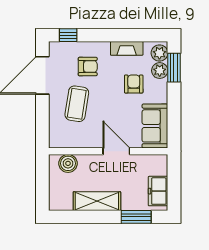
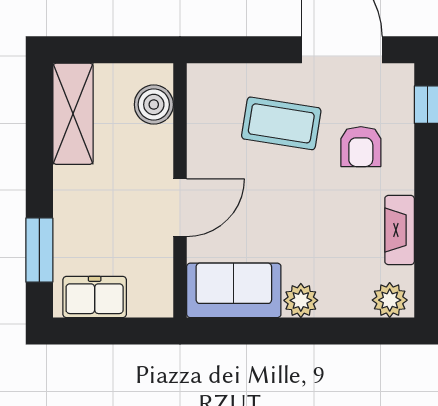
window: (174, 68) -> (358, 331), removed
plant: (160, 71) -> (301, 300), moved
armchair: (134, 84) -> (323, 245), removed
shelving: (97, 201) -> (73, 114), moved

